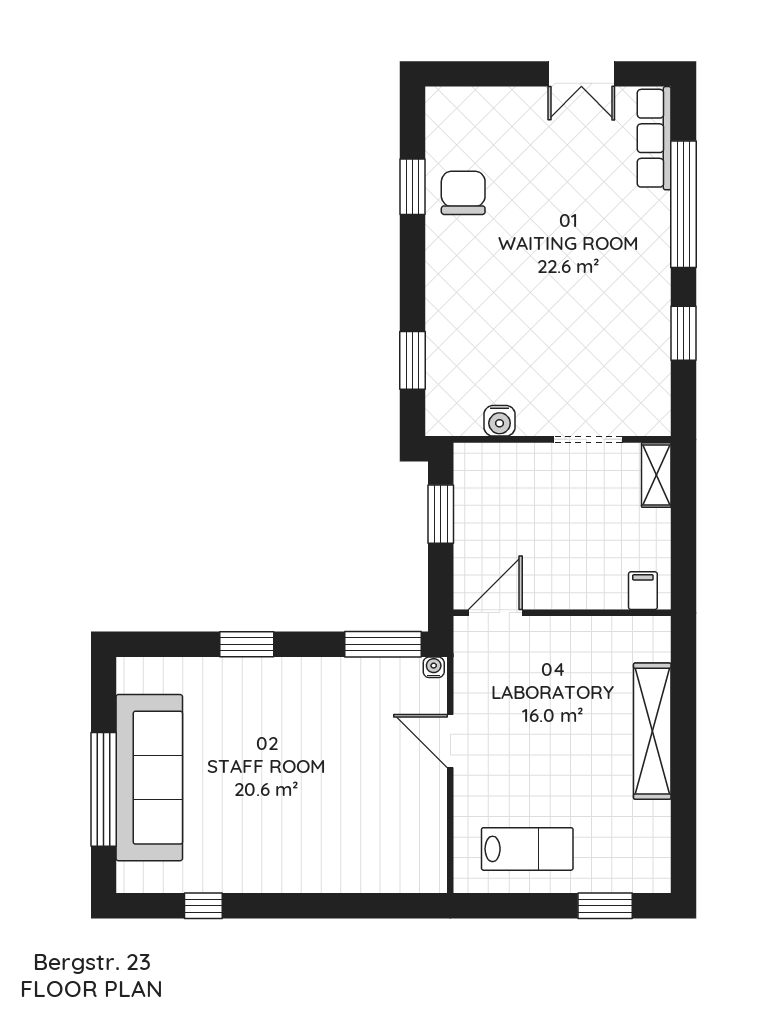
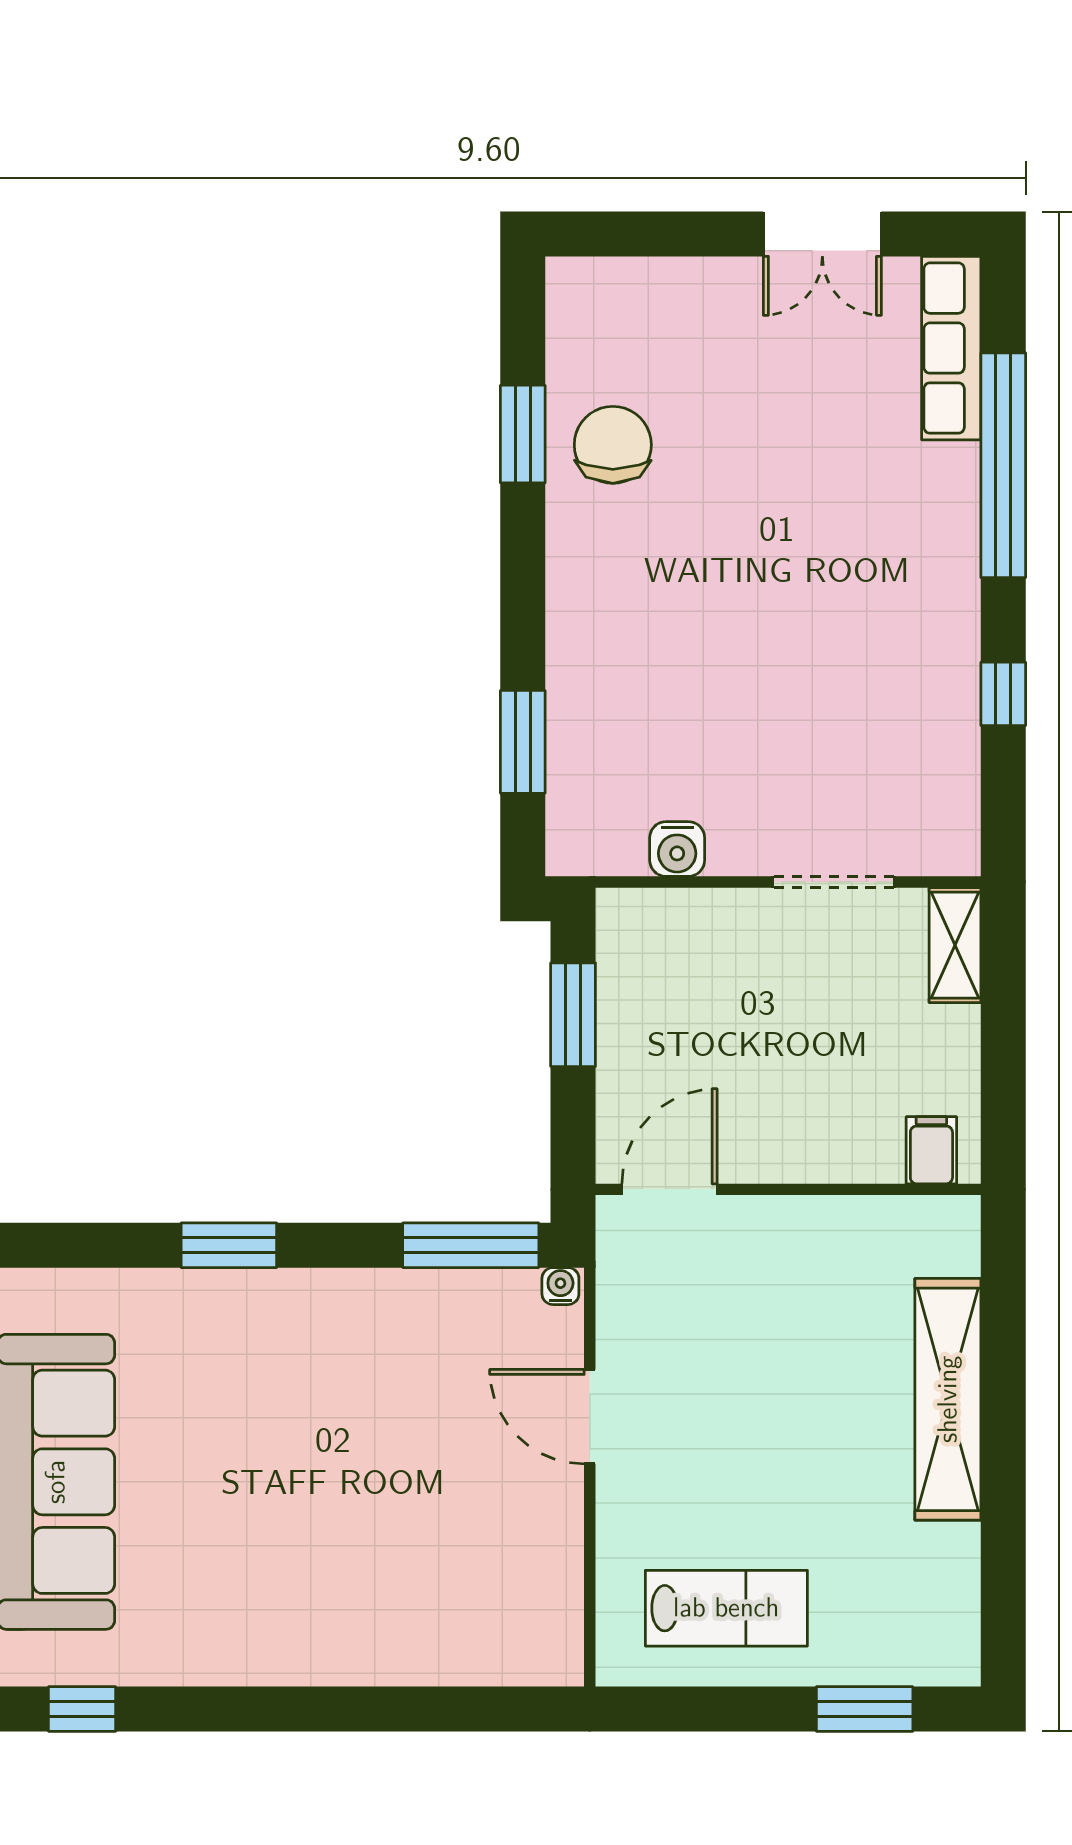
window: (683, 333) -> (1003, 694), width x0.67
window: (203, 906) -> (82, 1709), moved

